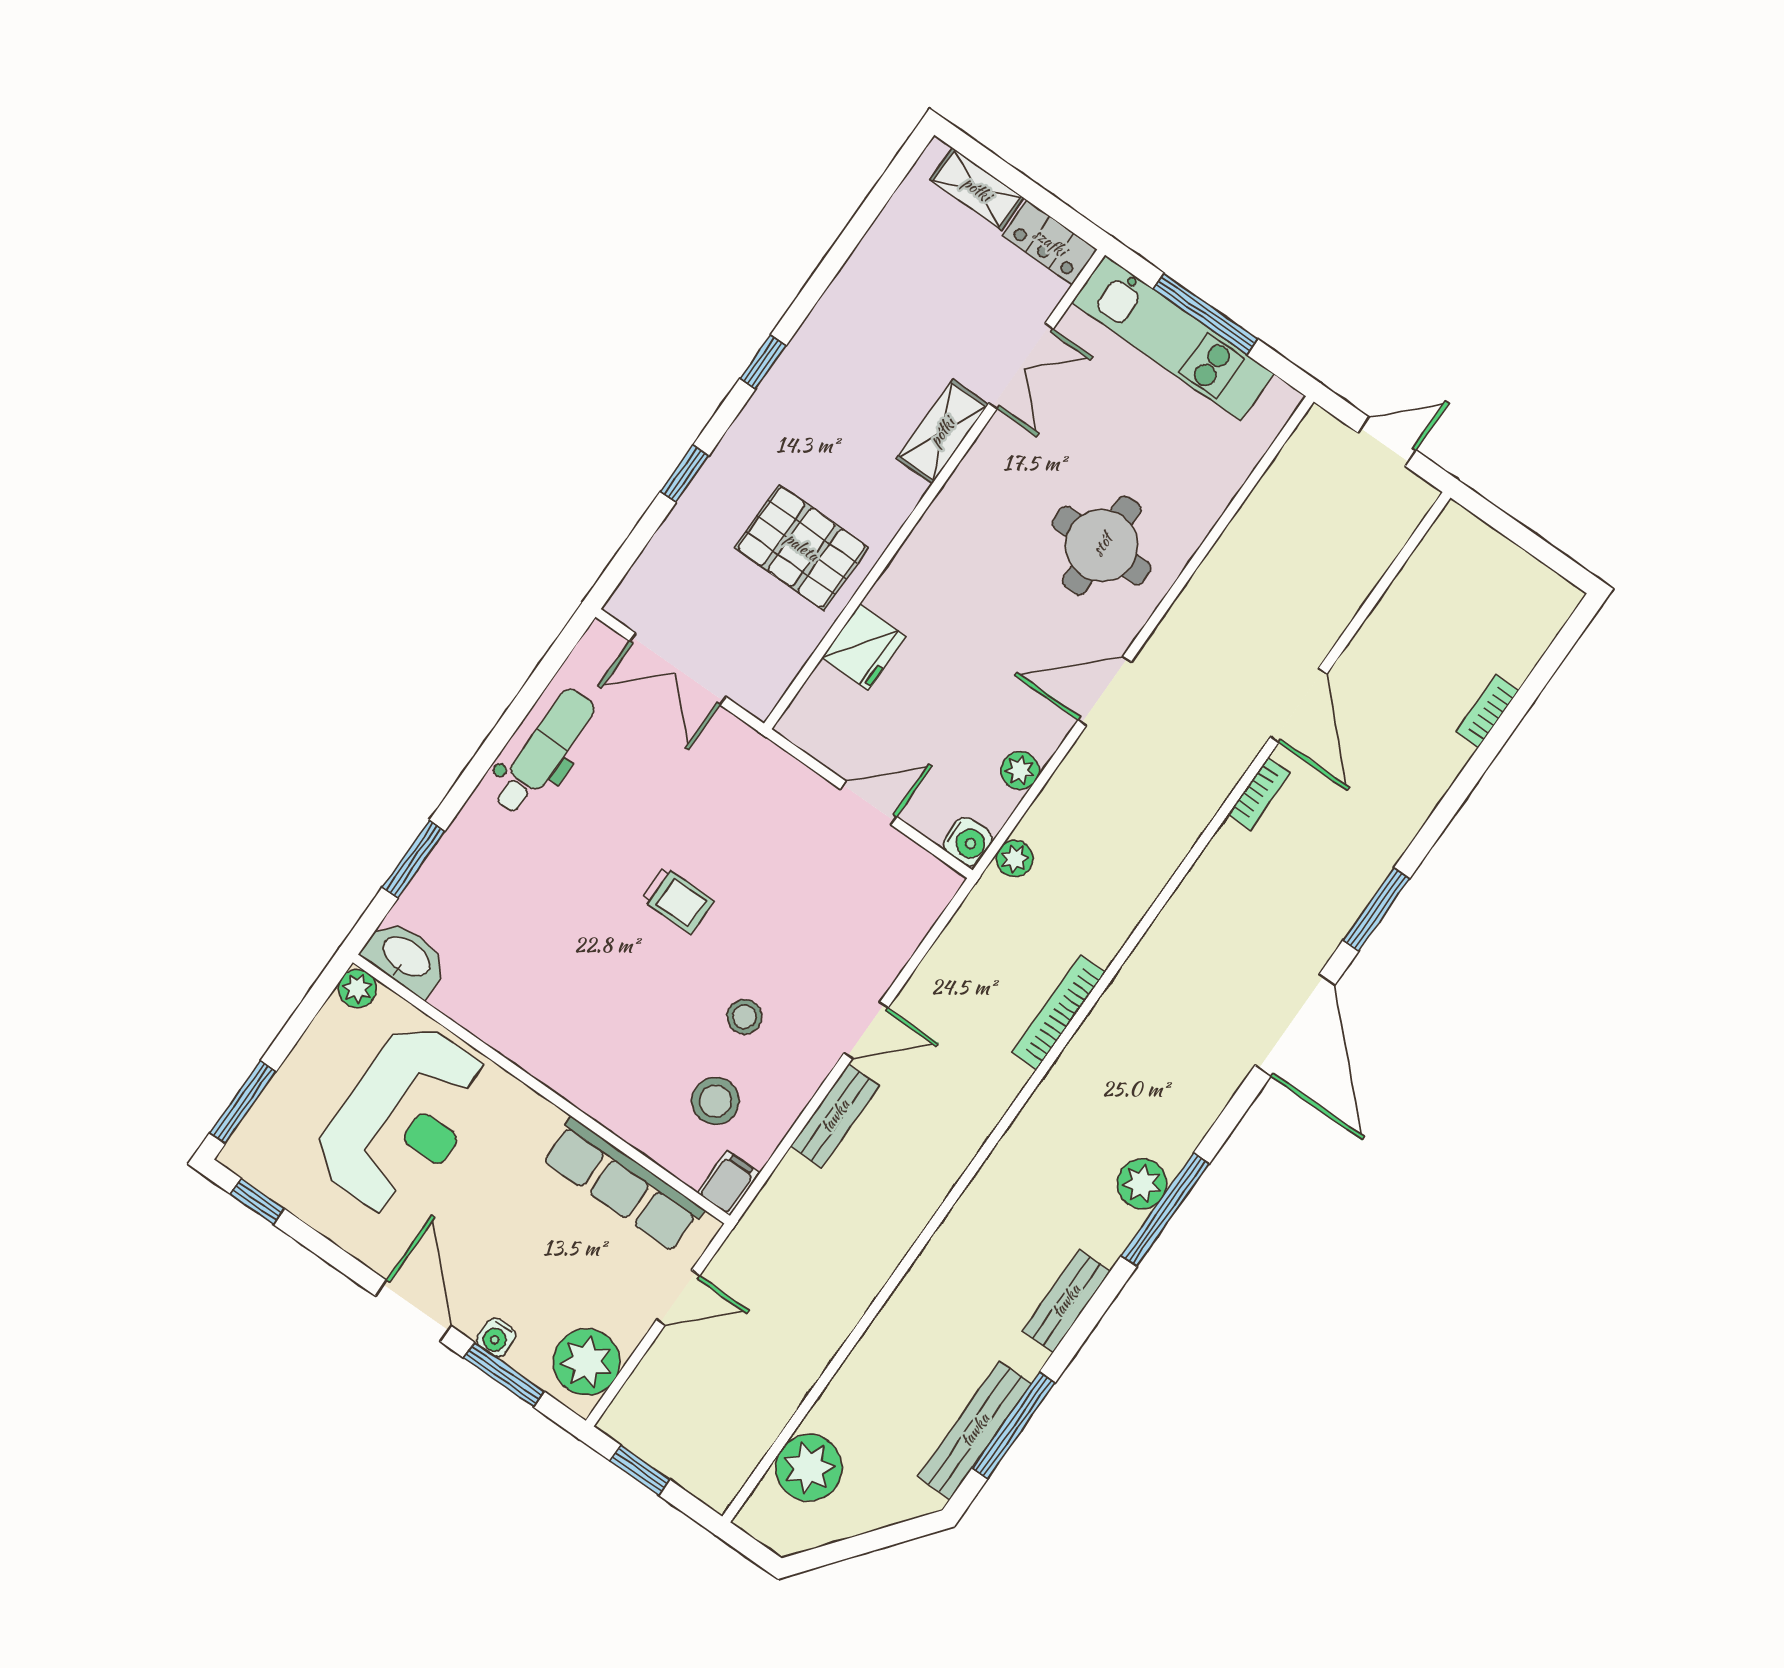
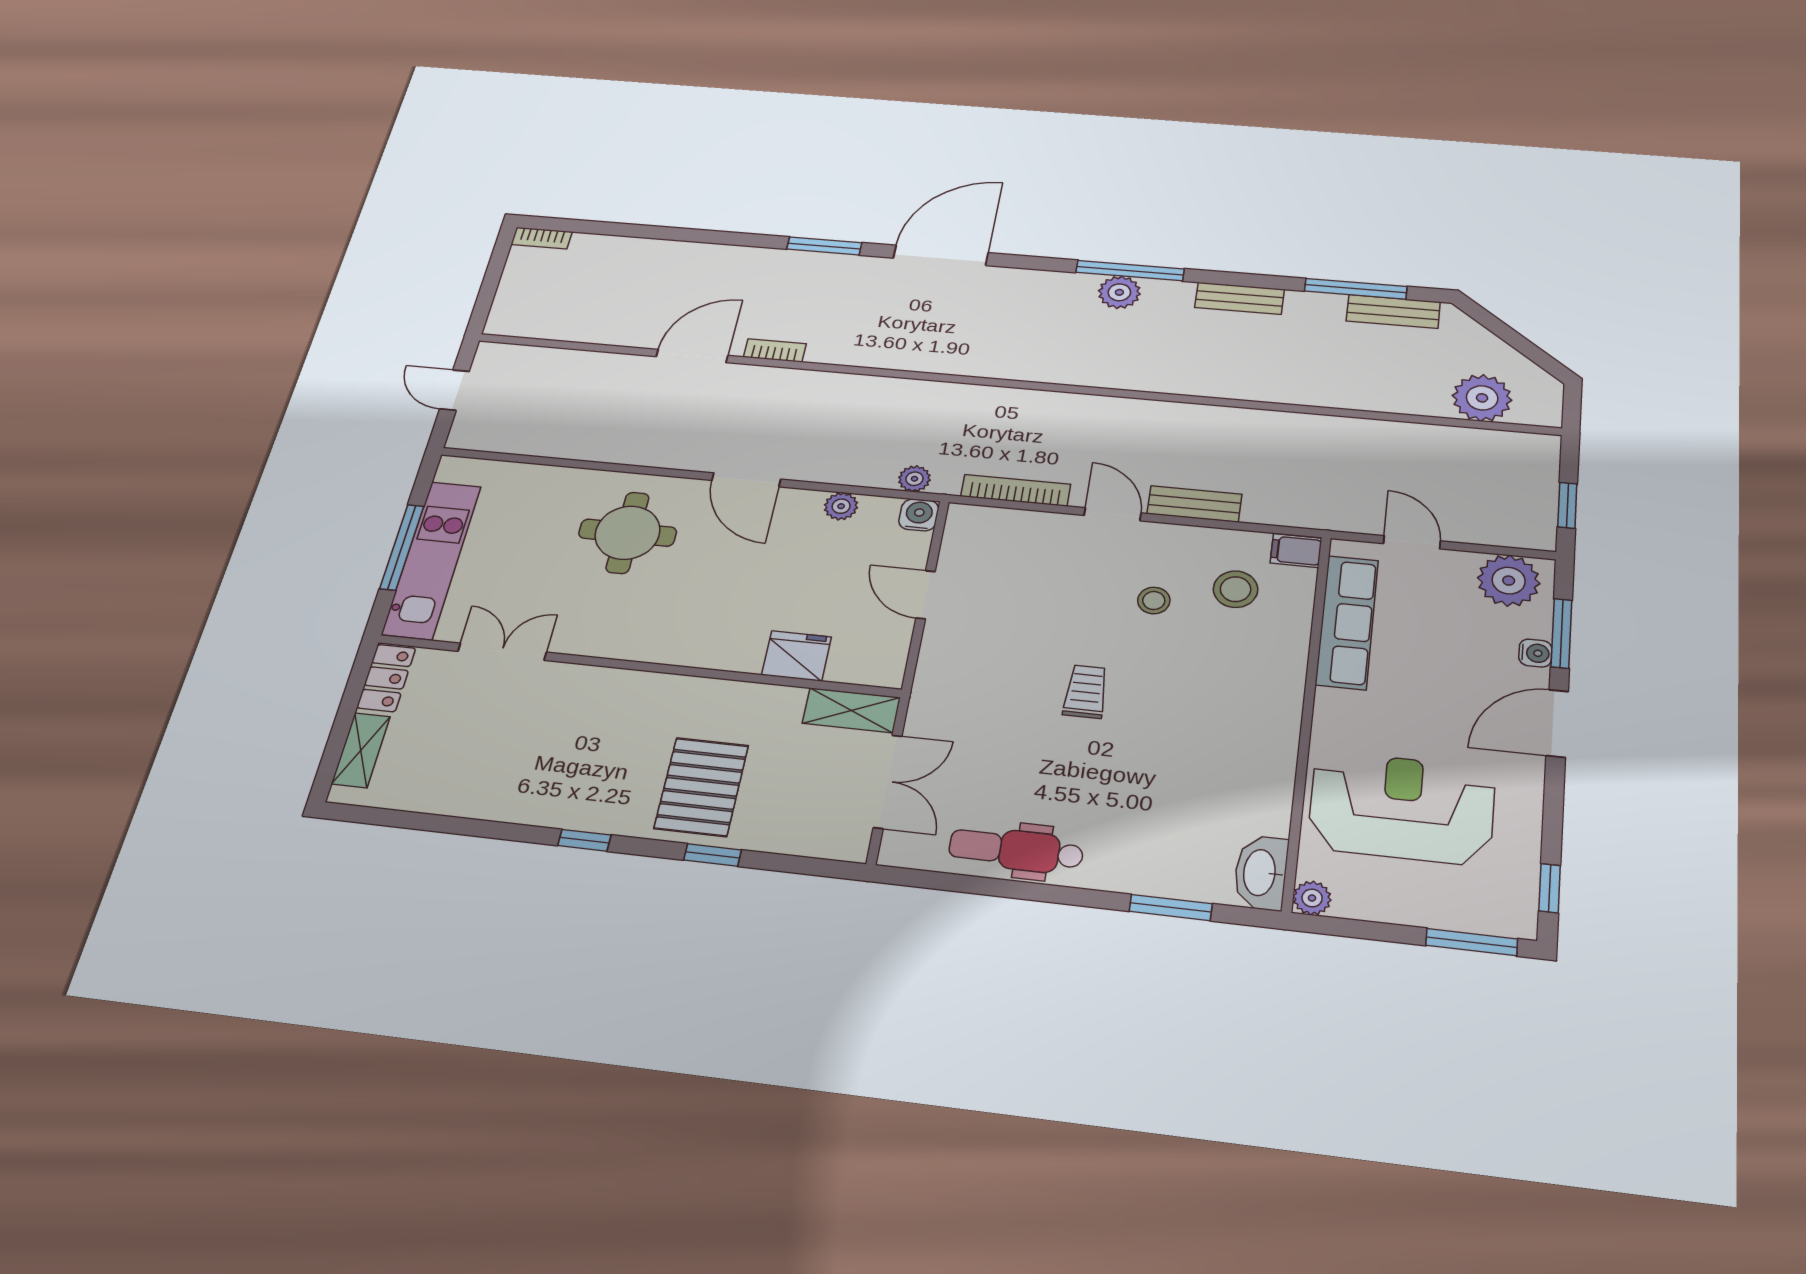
shelving: (942, 432) -> (851, 710), moved
pallet: (802, 547) -> (701, 787), moved
bookcase: (1487, 711) -> (542, 238), moved
bookcase: (1059, 1012) -> (1016, 490), moved, turned 180
bench: (975, 1430) -> (1393, 311), width x0.73

